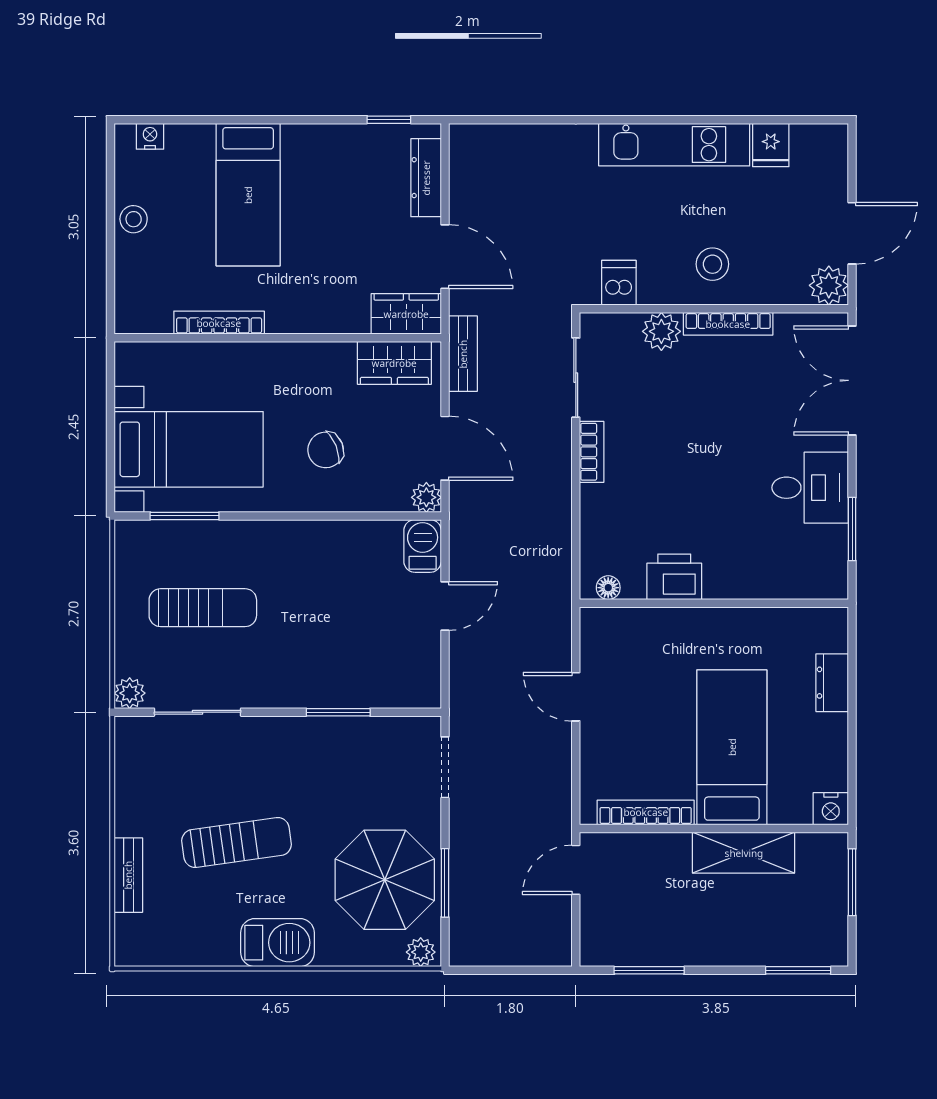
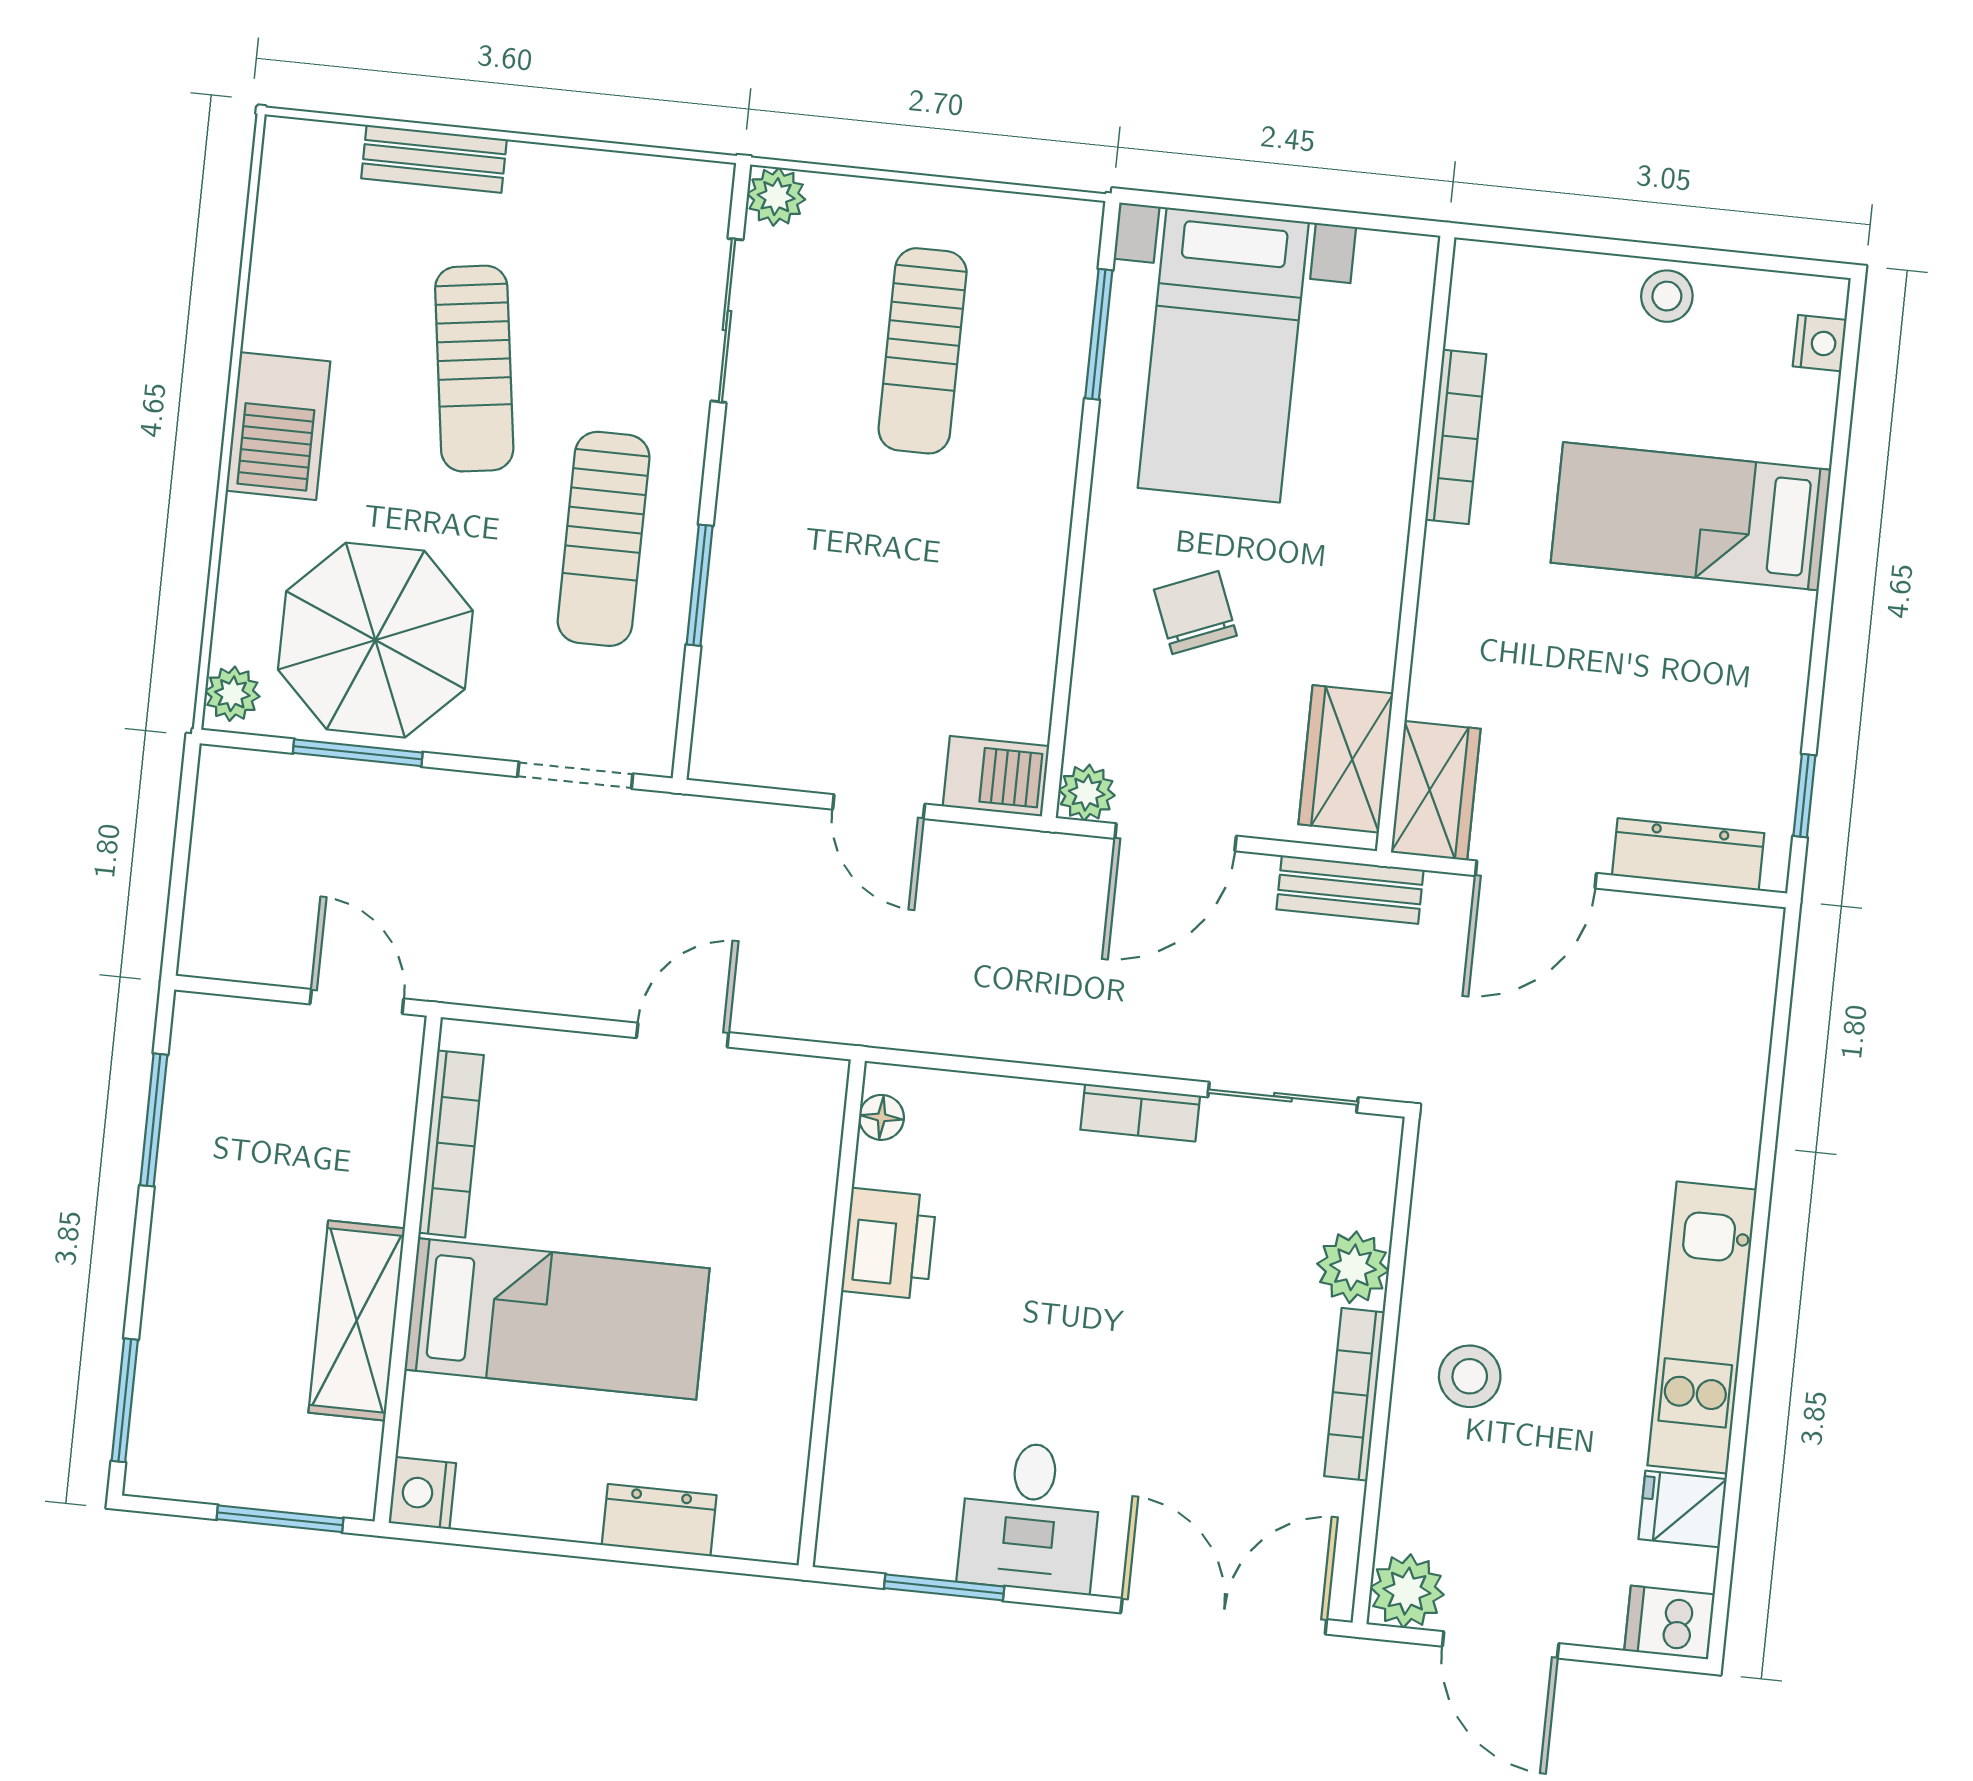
dishwasher: (619, 283) -> (1670, 1623), moved, turned 180
sun lounger: (319, 765) -> (604, 539), added

